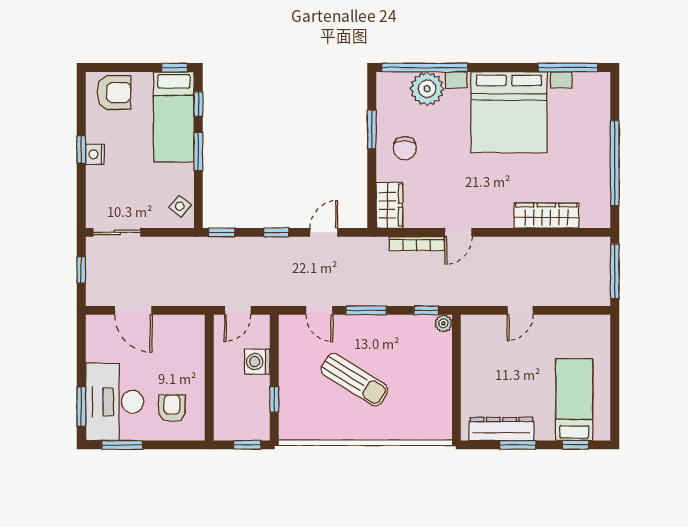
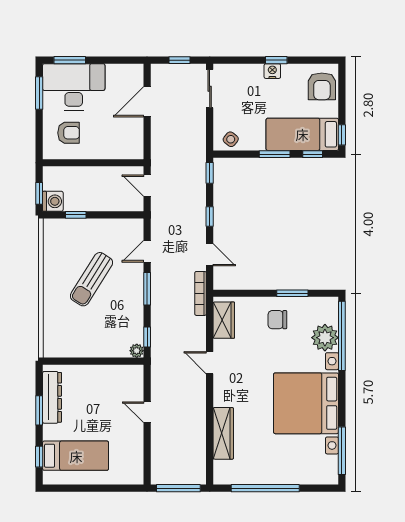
wardrobe: (389, 205) -> (224, 320), moved, turned -90
bookcase: (417, 244) -> (201, 293), moved
washing machine: (257, 362) -> (53, 201), moved, turned 90

